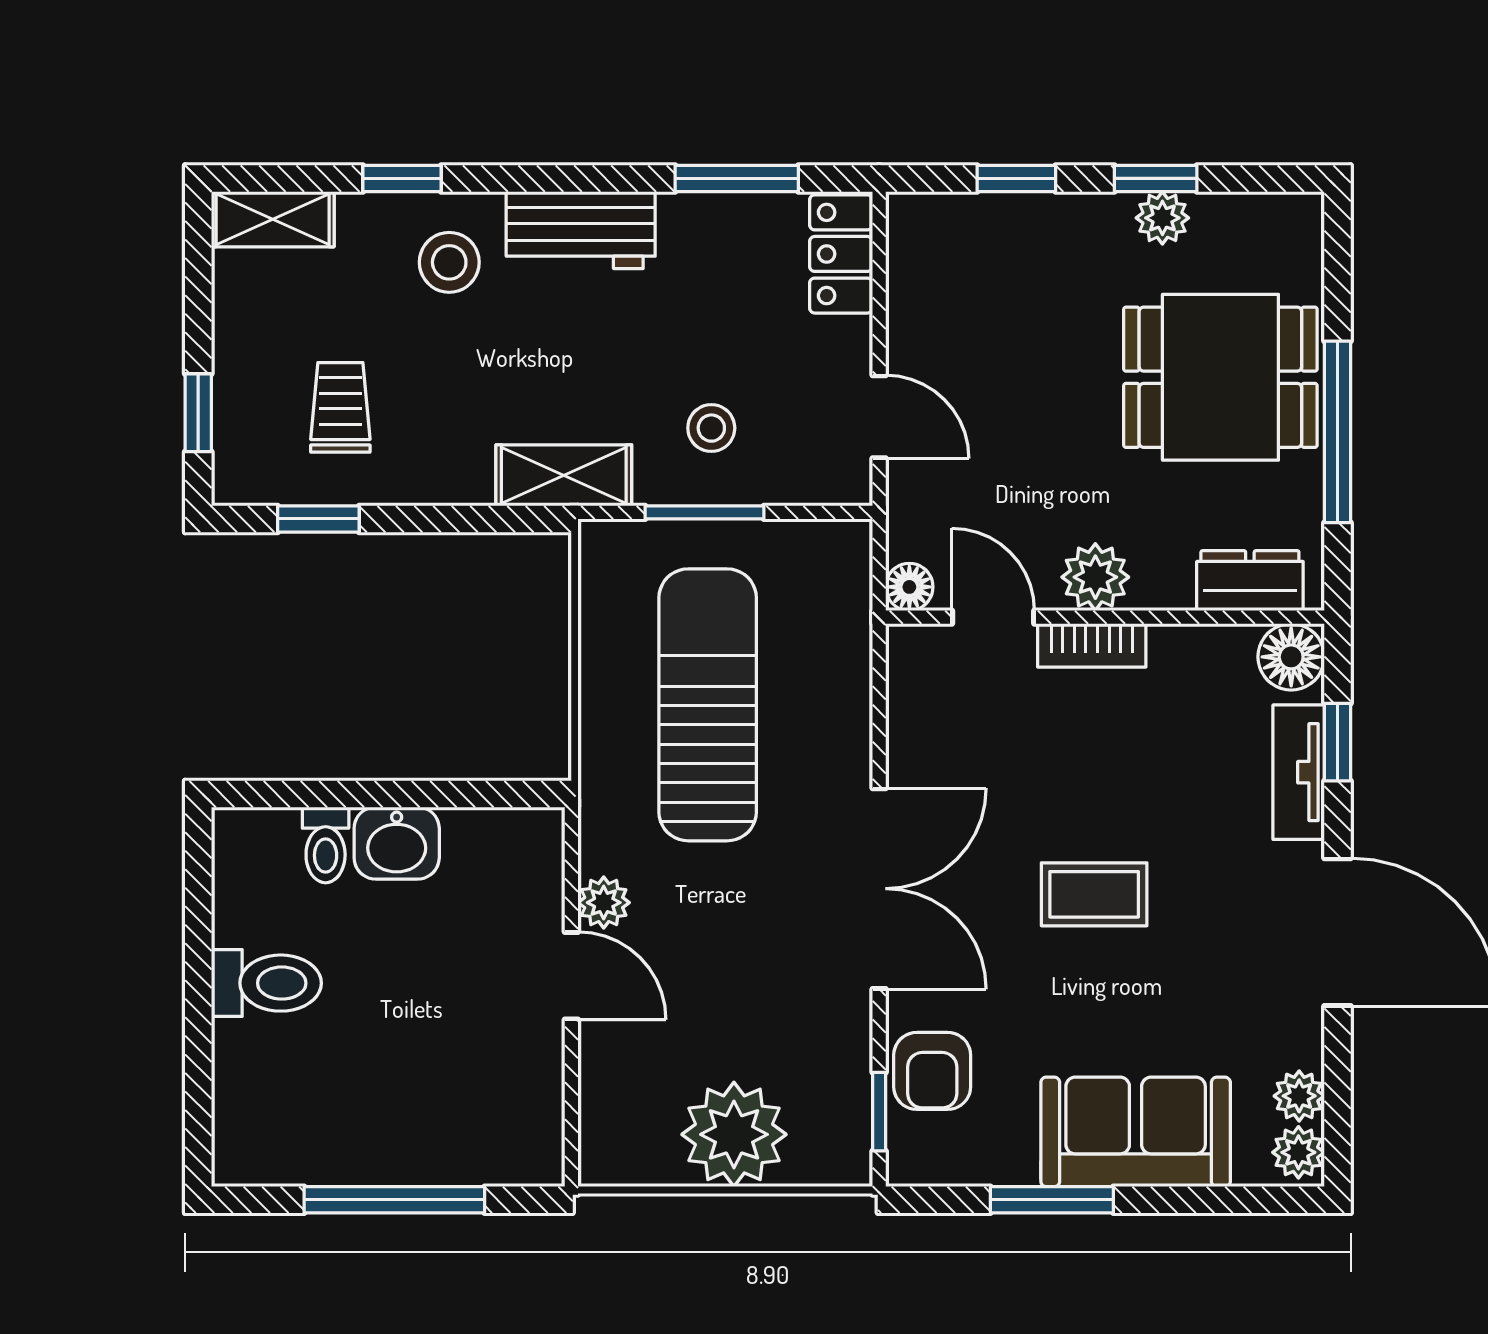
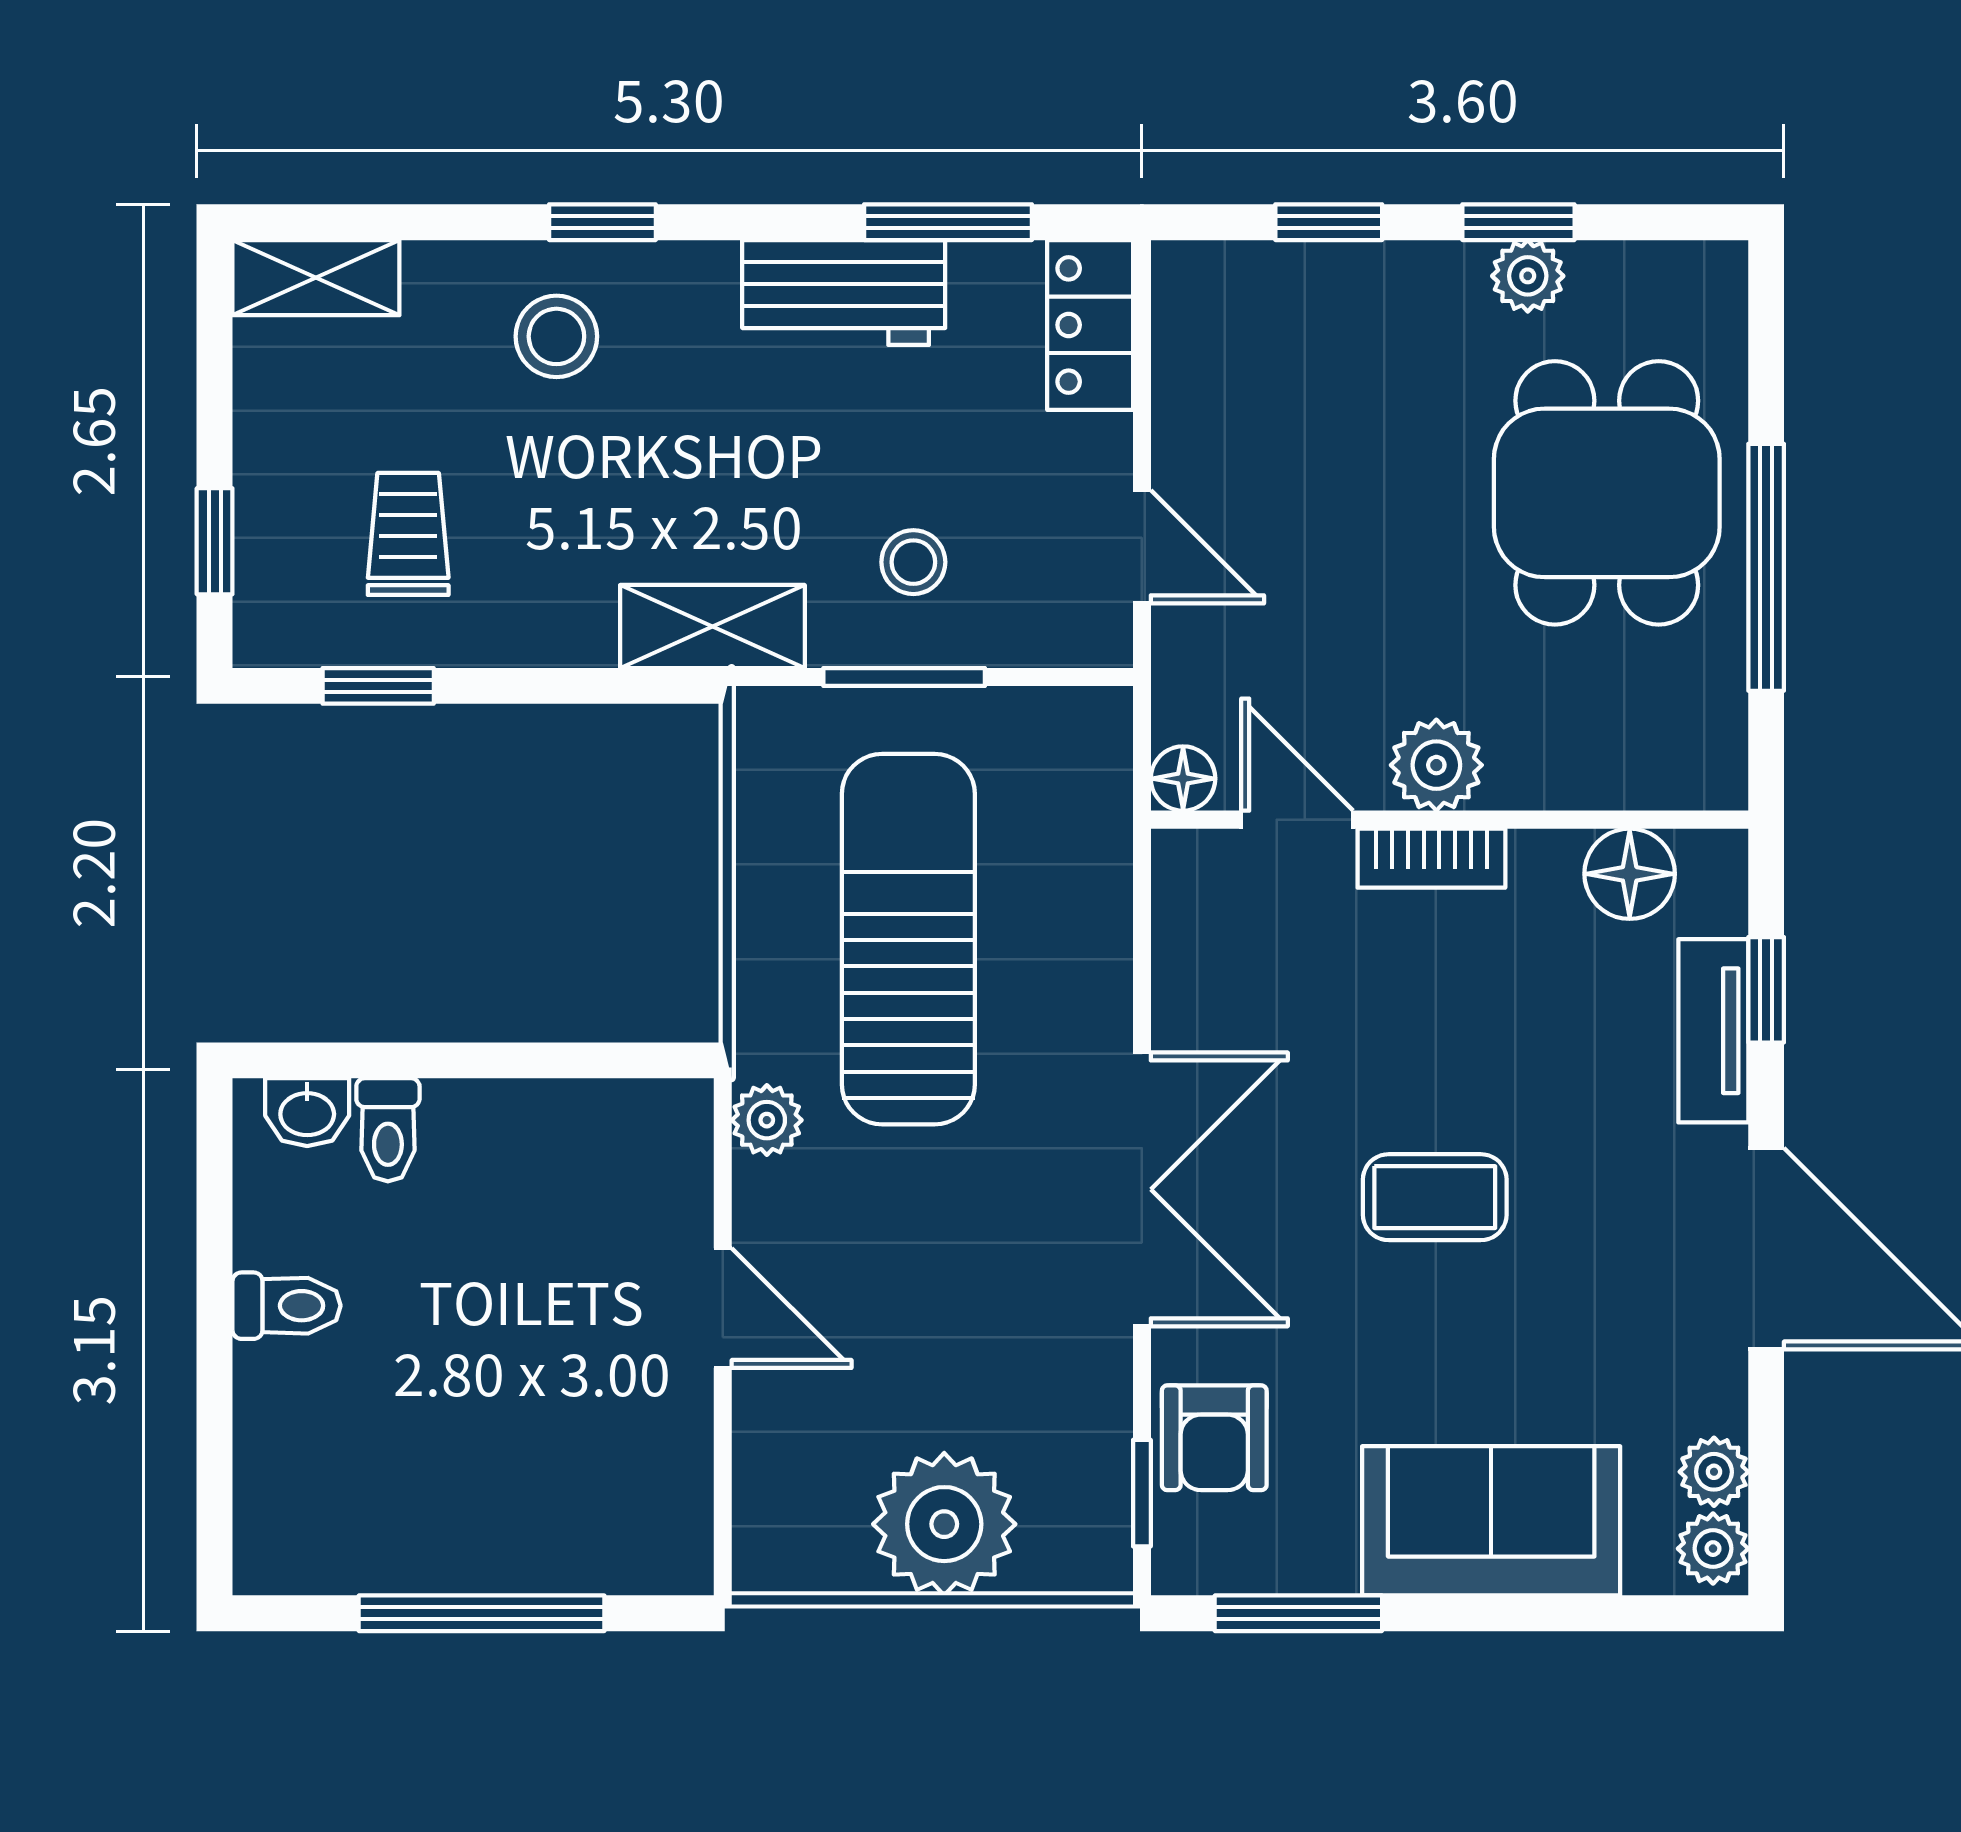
window: (402, 178) -> (602, 222), moved
workbench: (581, 230) -> (844, 292), moved
dining table: (1220, 377) -> (1607, 493), turned 90
dresser: (1250, 581) -> (1647, 770), removed
floor lamp: (1291, 657) -> (1630, 874), moved
washbasin: (397, 843) -> (307, 1112), moved, width x0.72, depth x0.69
plant: (604, 903) -> (767, 1120), moved
toilet: (266, 983) -> (286, 1306), width x0.73, depth x0.72
window: (1052, 1200) -> (1298, 1613), moved

